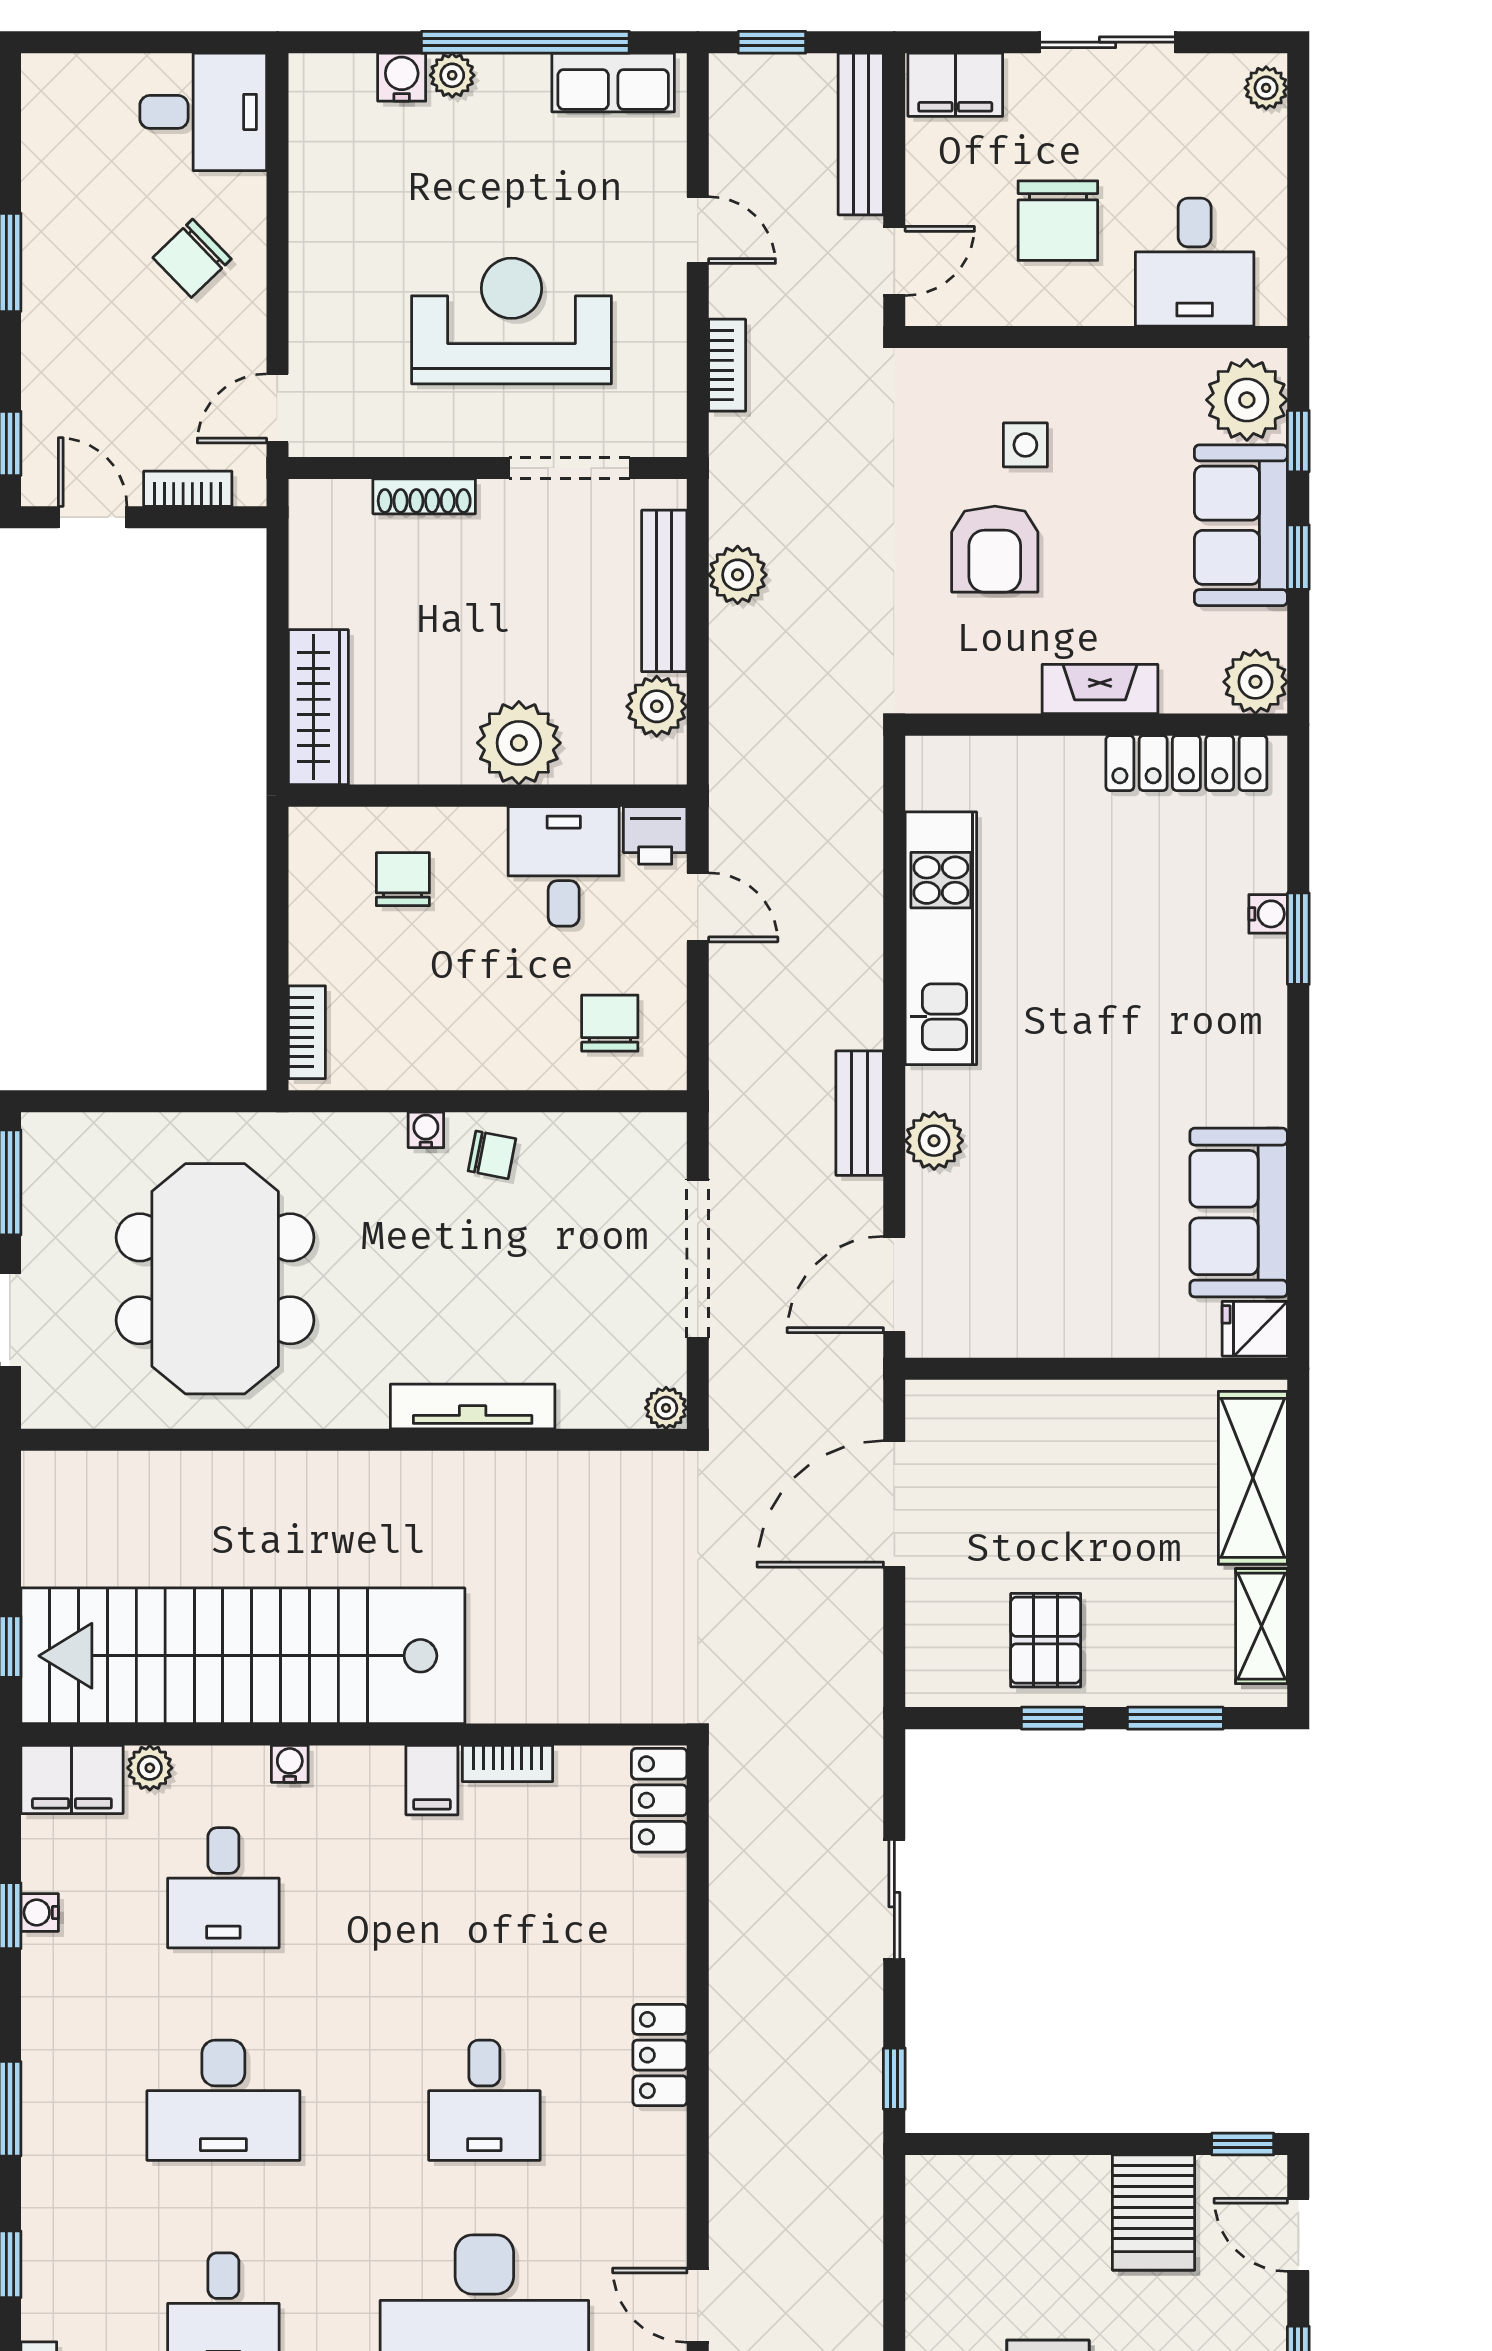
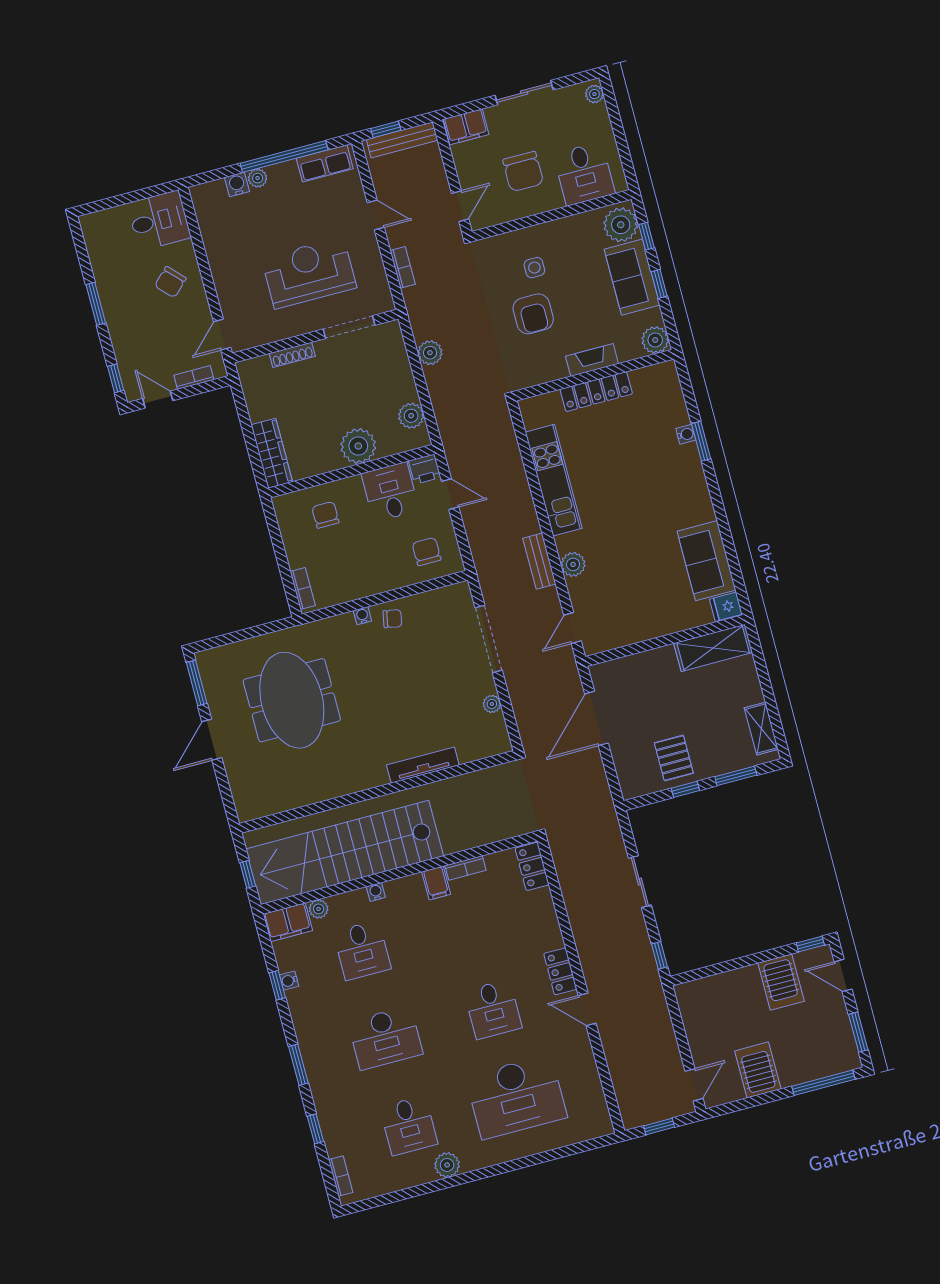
bench: (861, 134) -> (402, 140), moved, turned 90
bench: (664, 591) -> (402, 367), removed
locker: (1186, 763) -> (596, 392), moved
door: (894, 1284) -> (572, 628), width x0.73
tv unit: (473, 1407) -> (423, 765), moved
wall: (354, 1440) -> (377, 792), moved
shelving: (1253, 1478) -> (713, 648), moved, turned 90
door: (698, 2305) -> (587, 1009), moved

